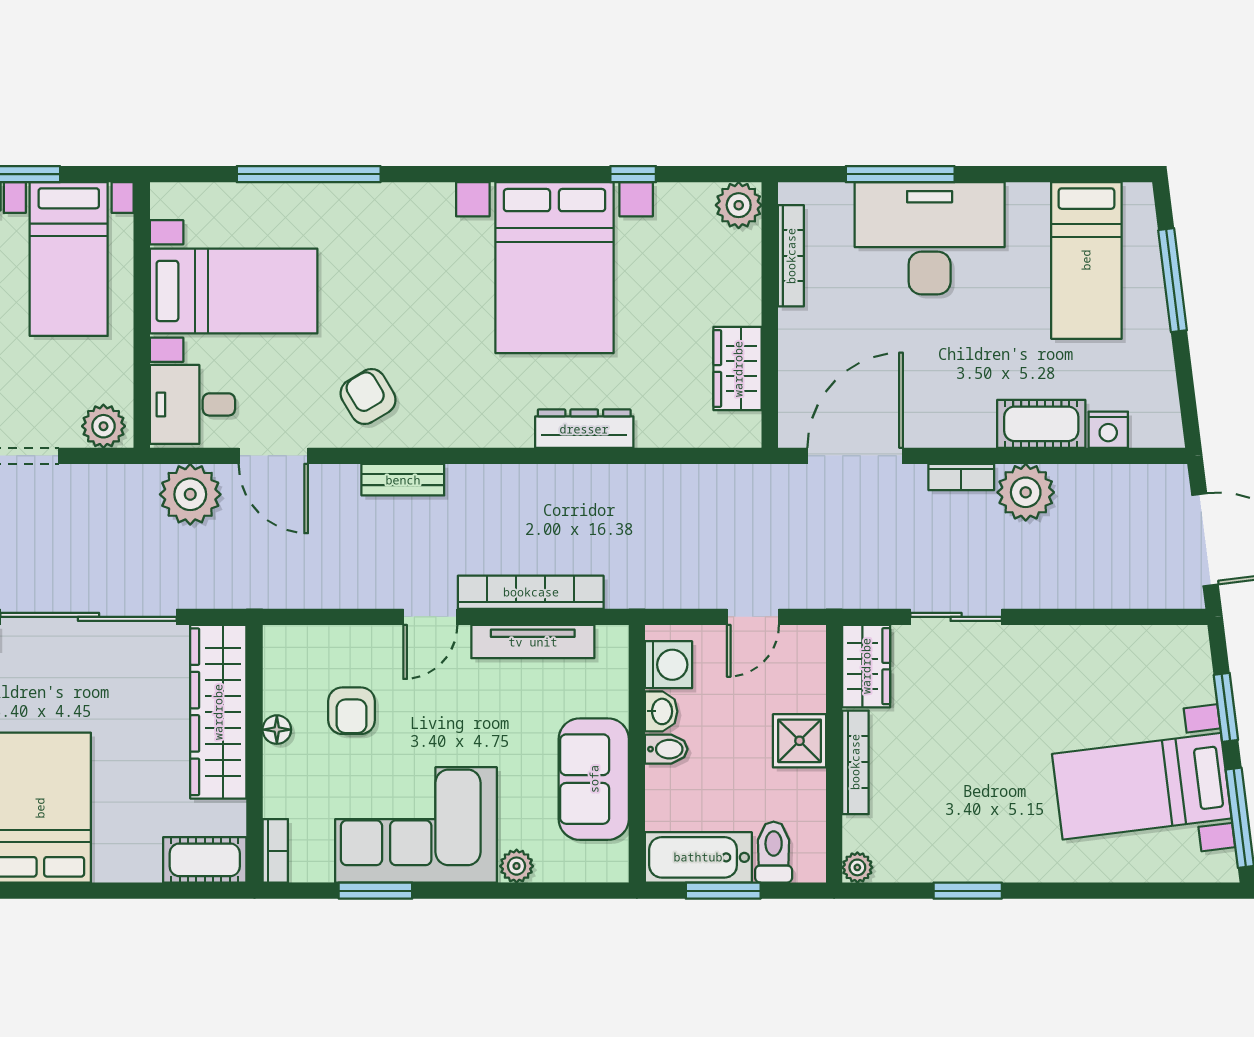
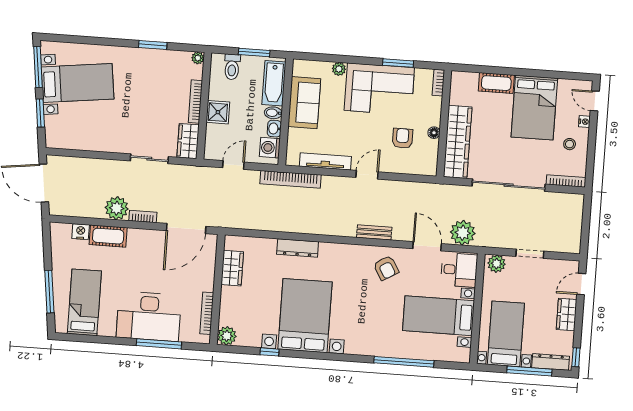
bookcase: (531, 592) -> (291, 179), moved
bathtub: (698, 857) -> (274, 83), moved, turned 90
cot: (205, 860) -> (496, 83), moved

